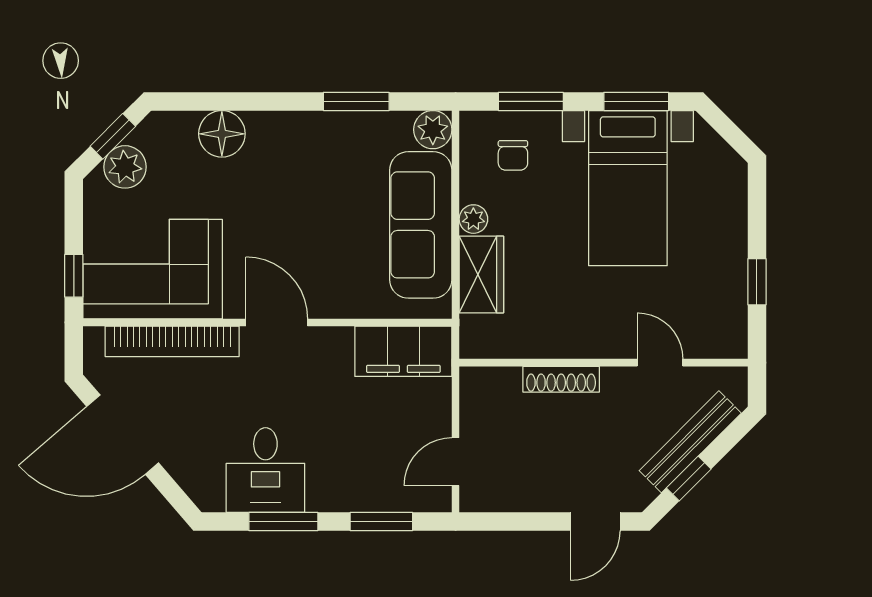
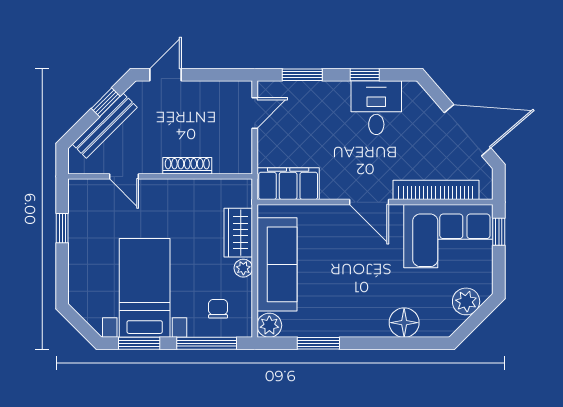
window: (531, 101) -> (207, 343), width x1.44
window: (113, 136) -> (474, 321), removed
window: (283, 522) -> (365, 75), width x0.67

